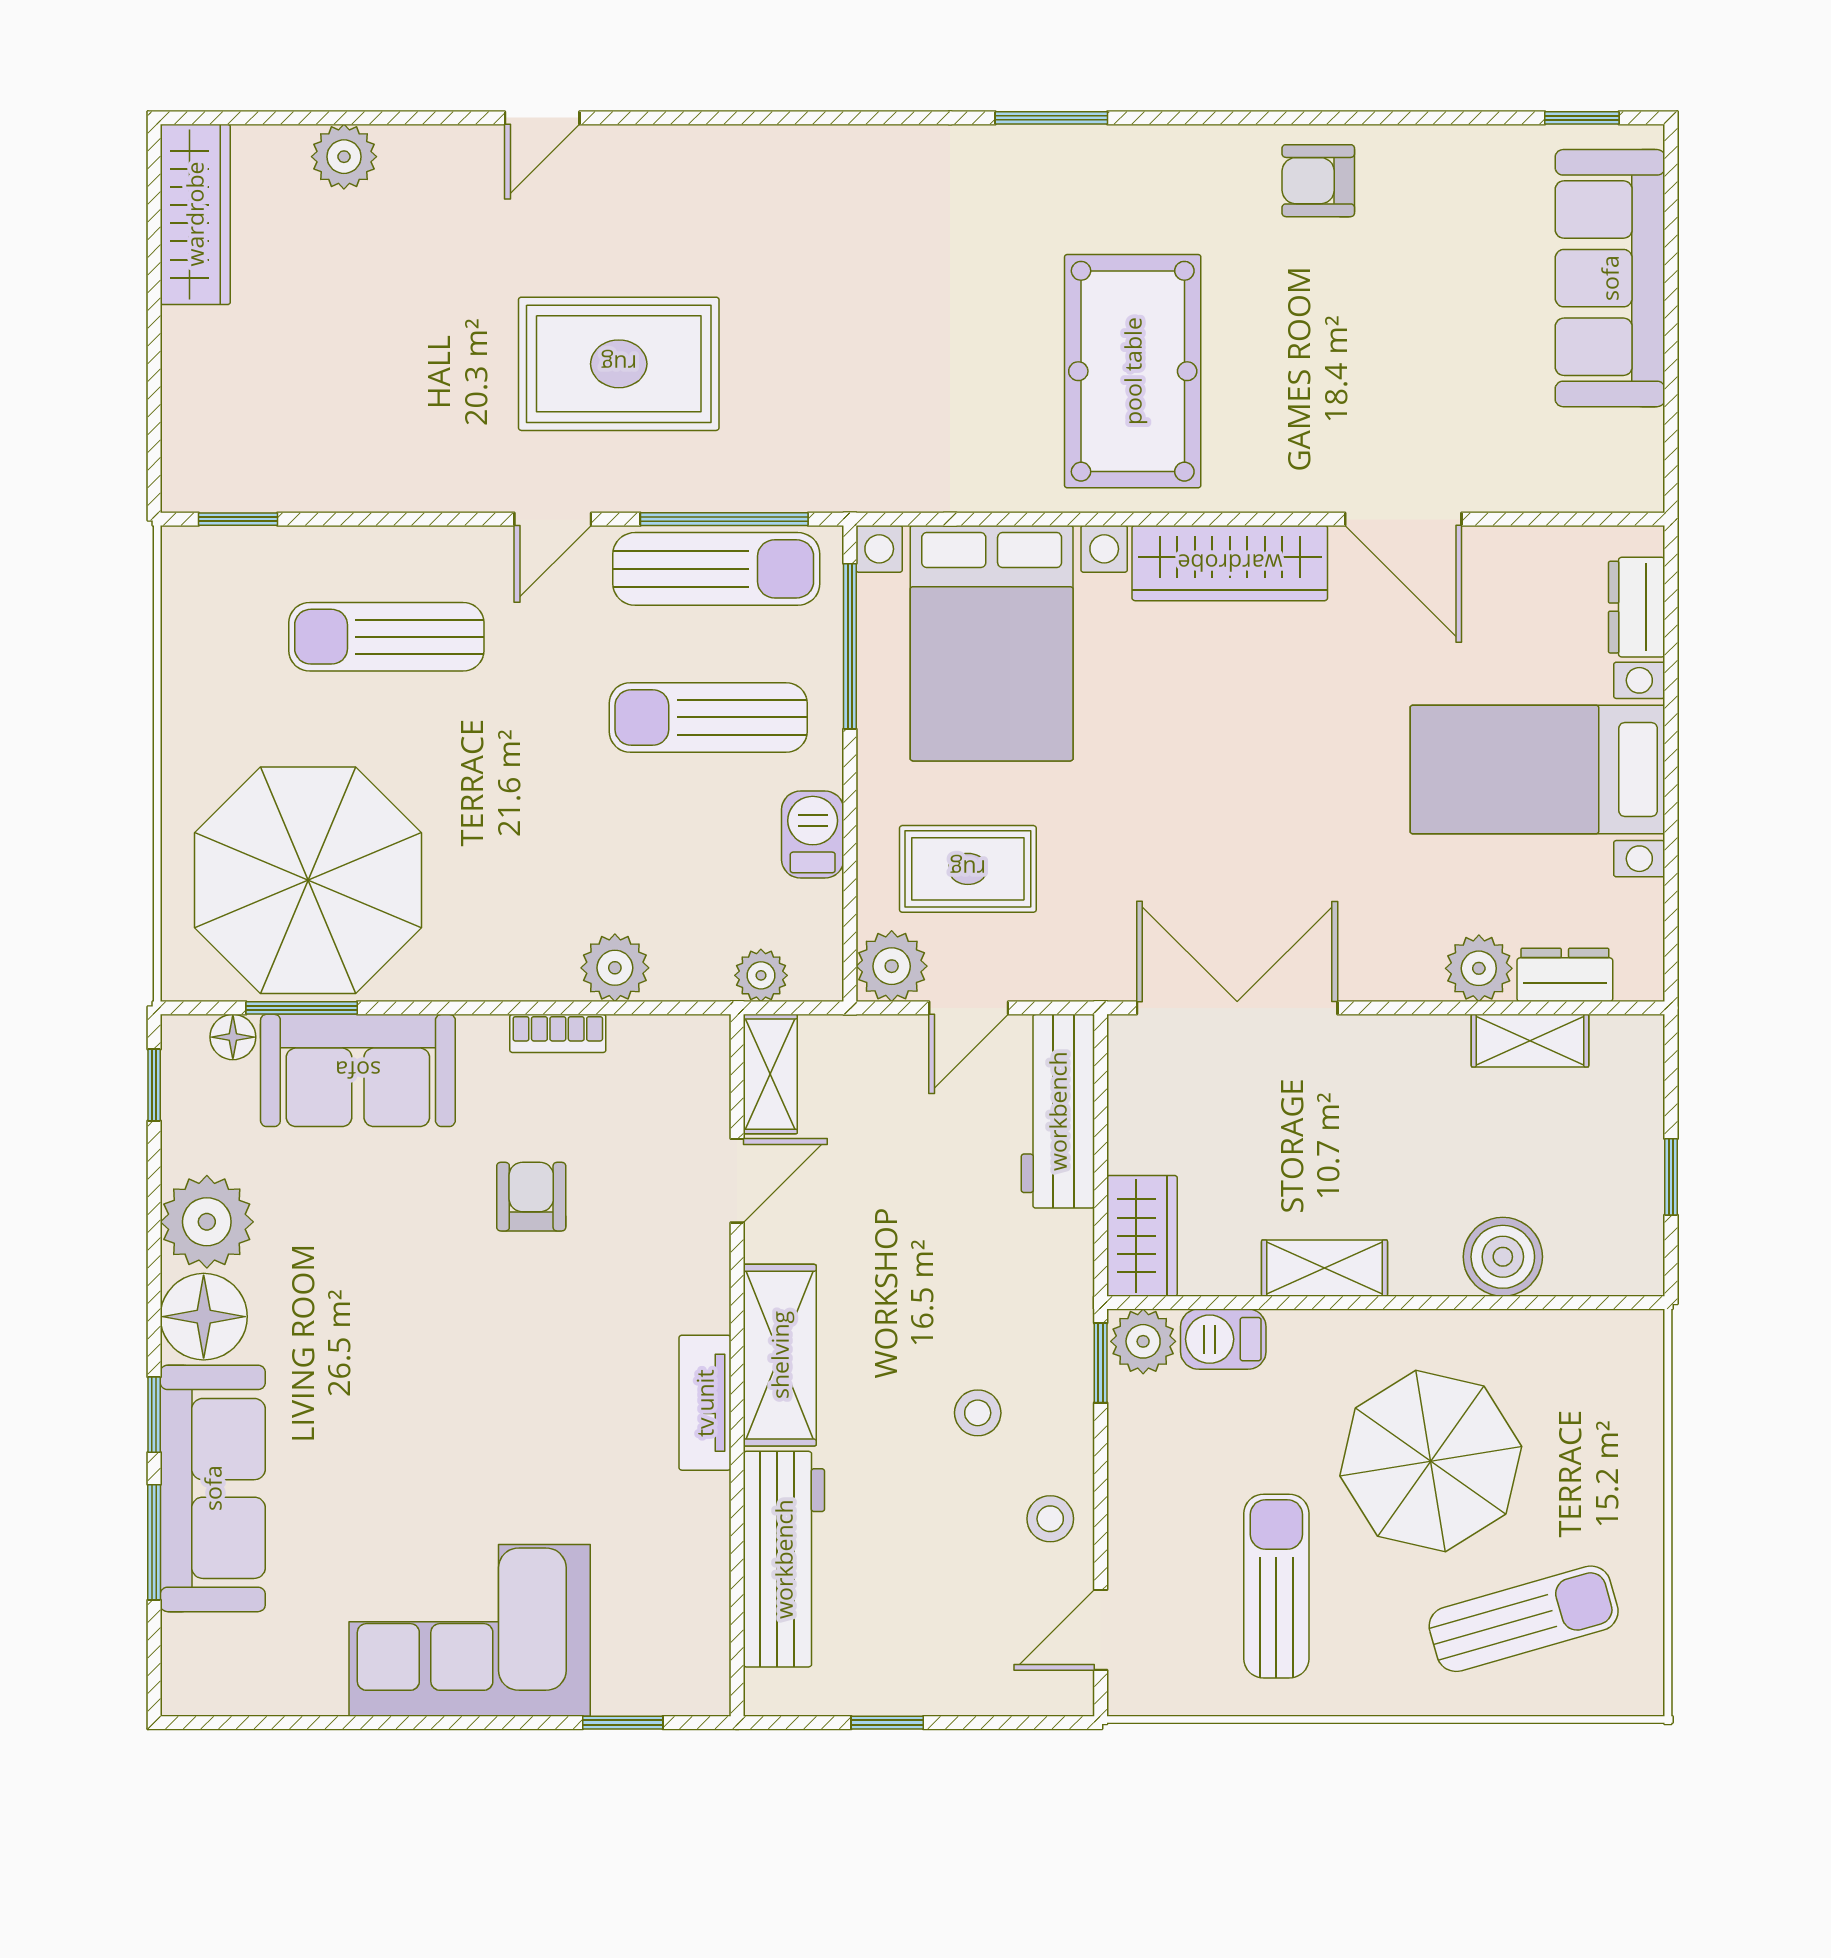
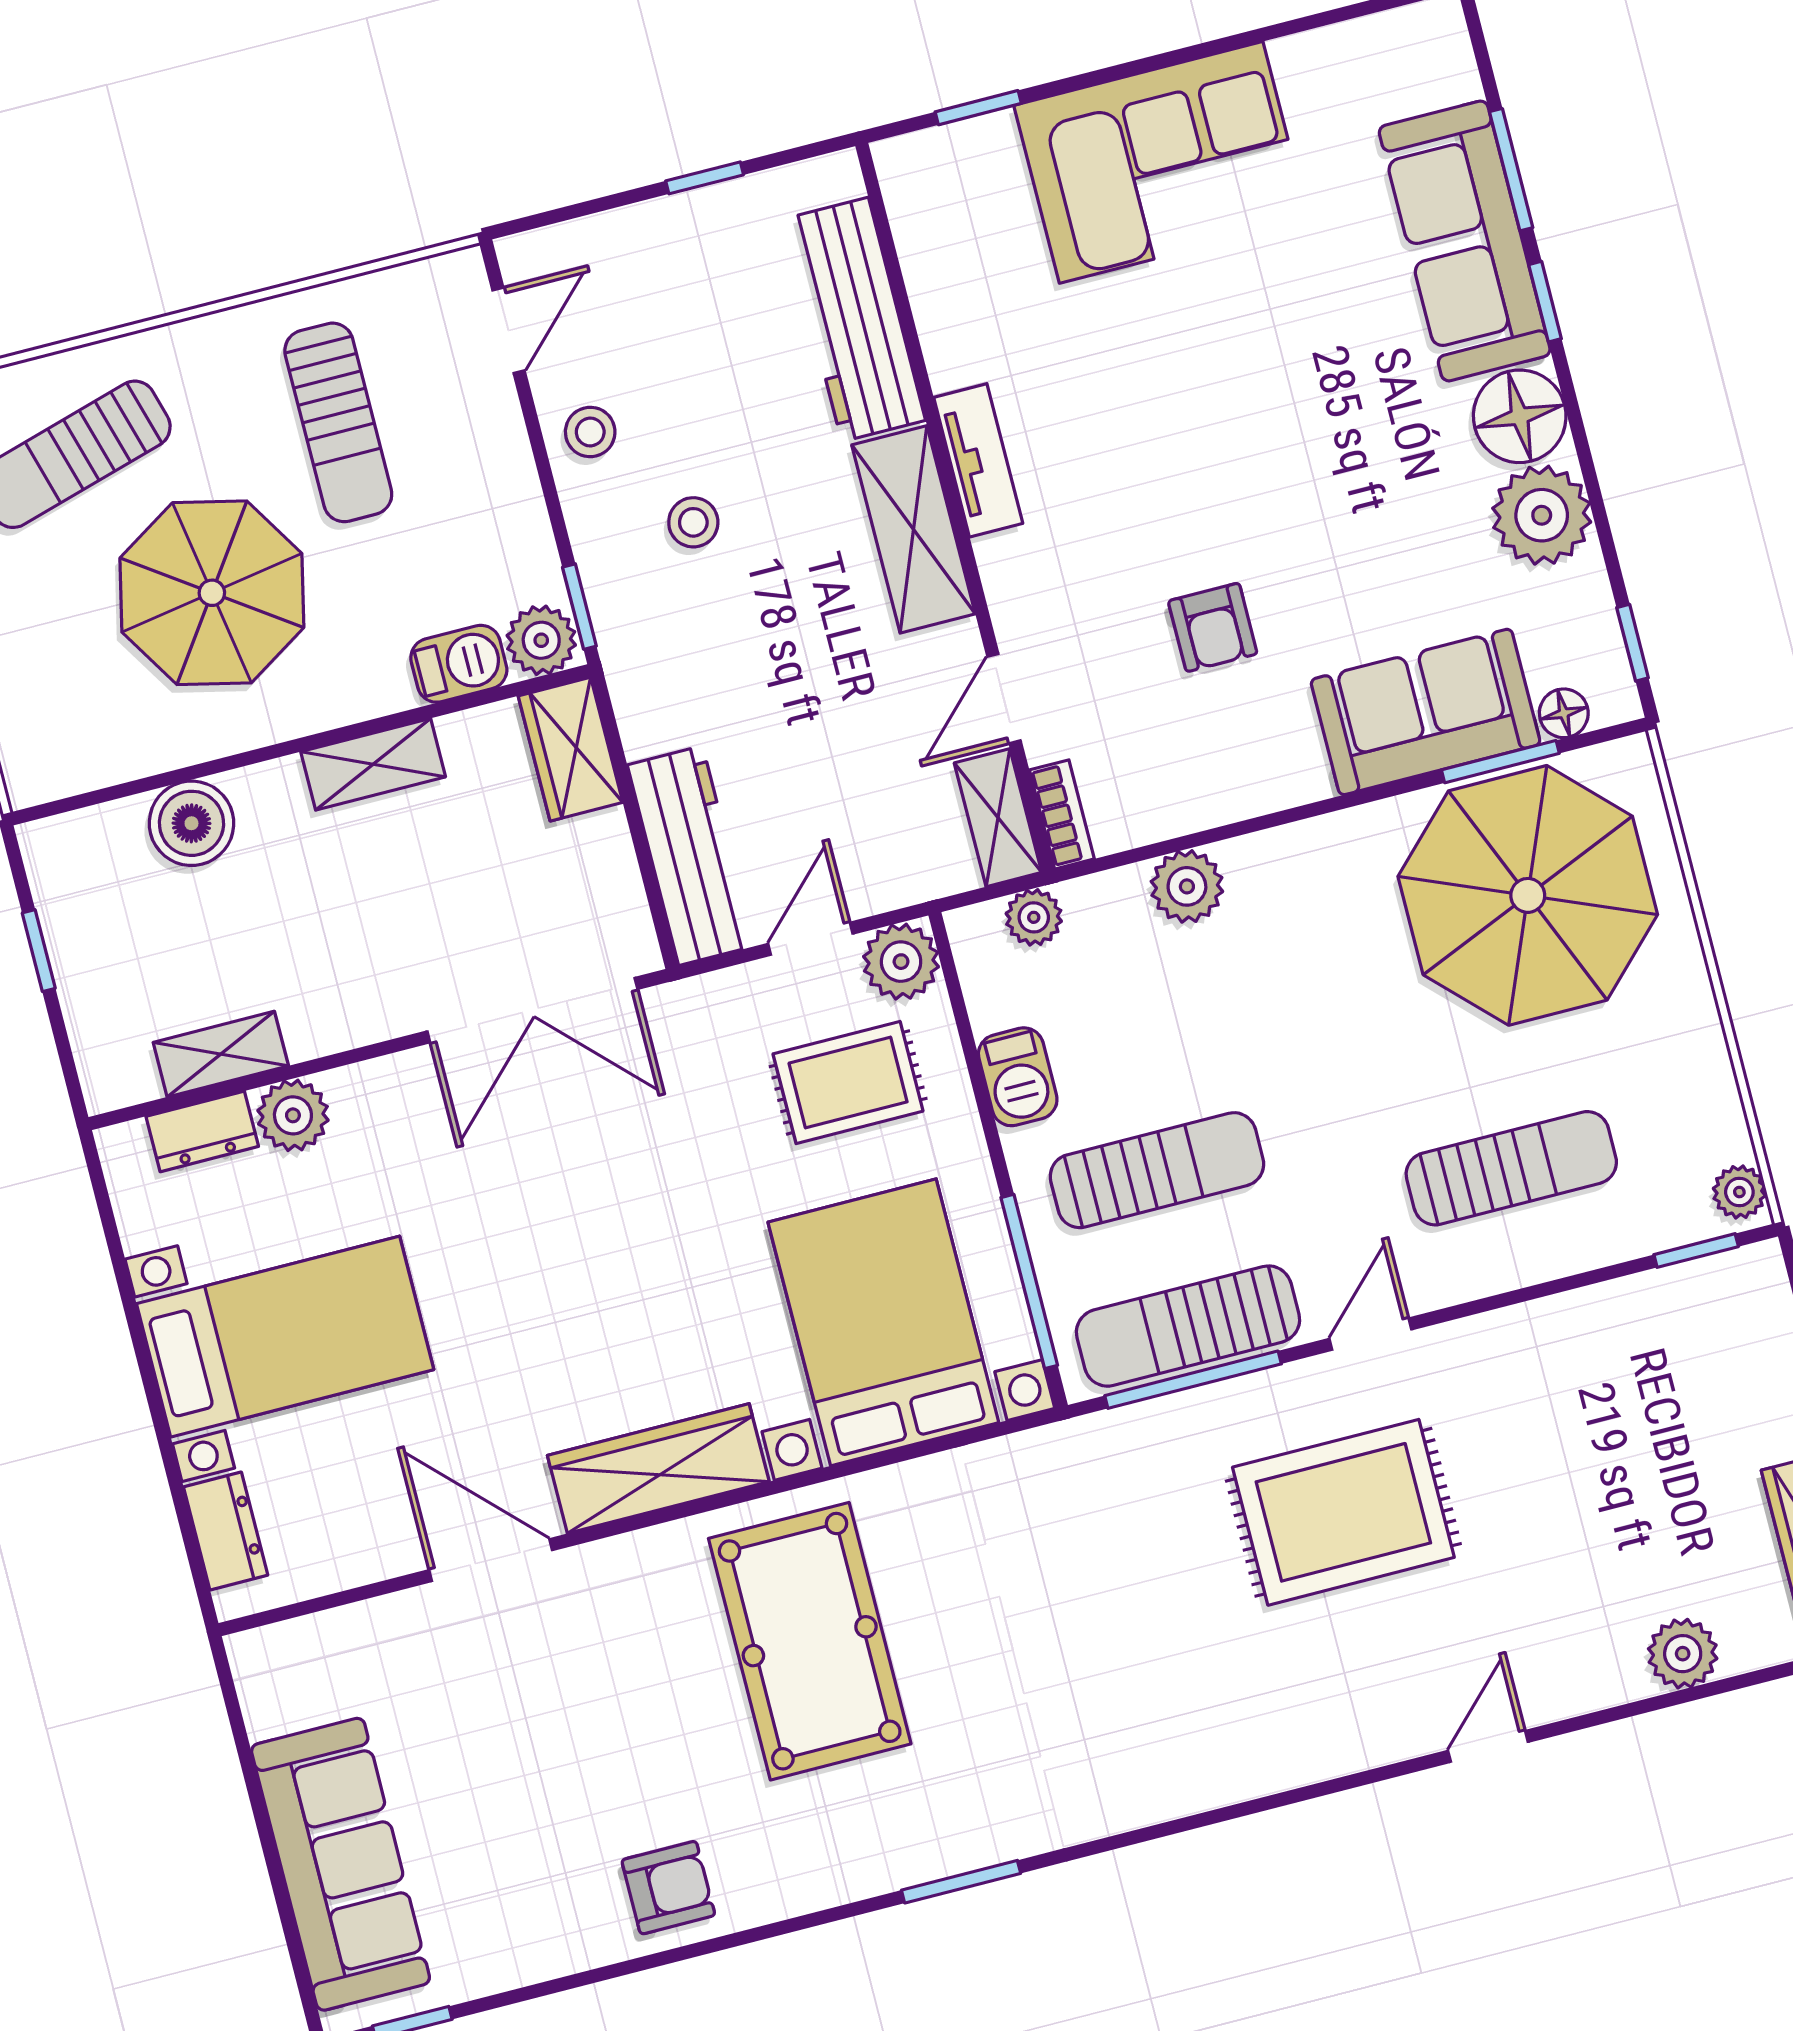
plant: (185, 562) -> (1739, 1192), added
bookcase: (558, 1033) -> (1062, 814), moved, turned 90

